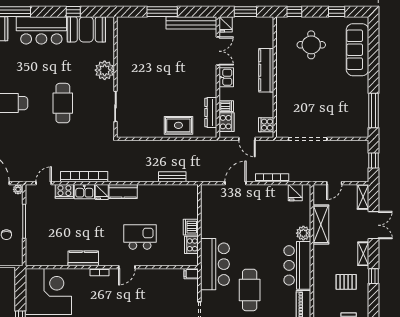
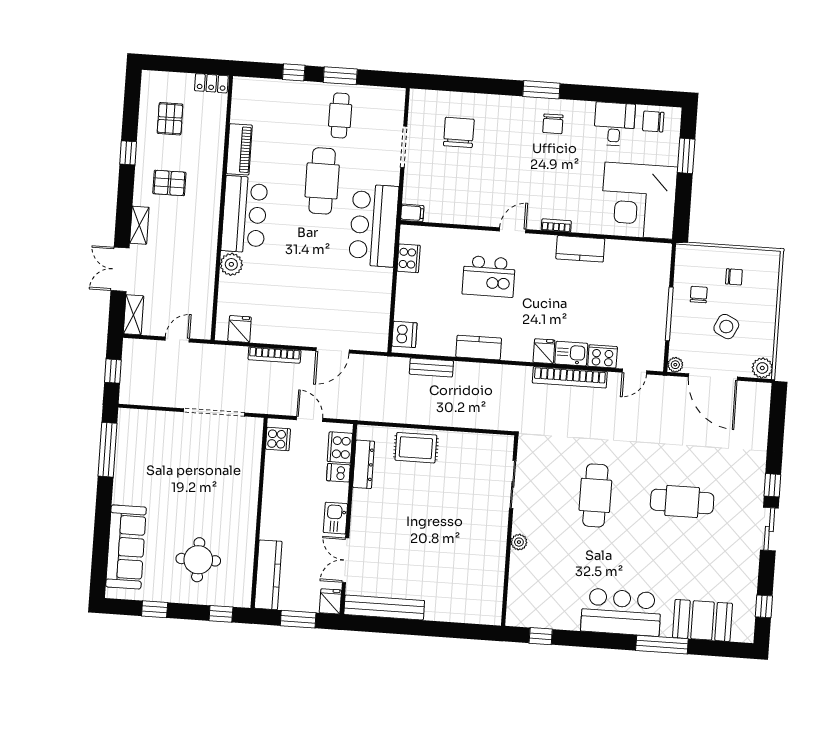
window: (73, 12) -> (541, 636), moved
window: (162, 12) -> (429, 628), removed
booth: (86, 29) -> (550, 609), removed
plant: (105, 70) -> (519, 542), width x0.53, depth x0.53
kitchen counter: (266, 70) -> (268, 575), moved
kitchen counter: (123, 191) -> (479, 348), moved
shelving: (321, 224) -> (203, 276), removed
dishwasher: (191, 227) -> (404, 334), moved
window: (374, 276) -> (128, 153), moved

